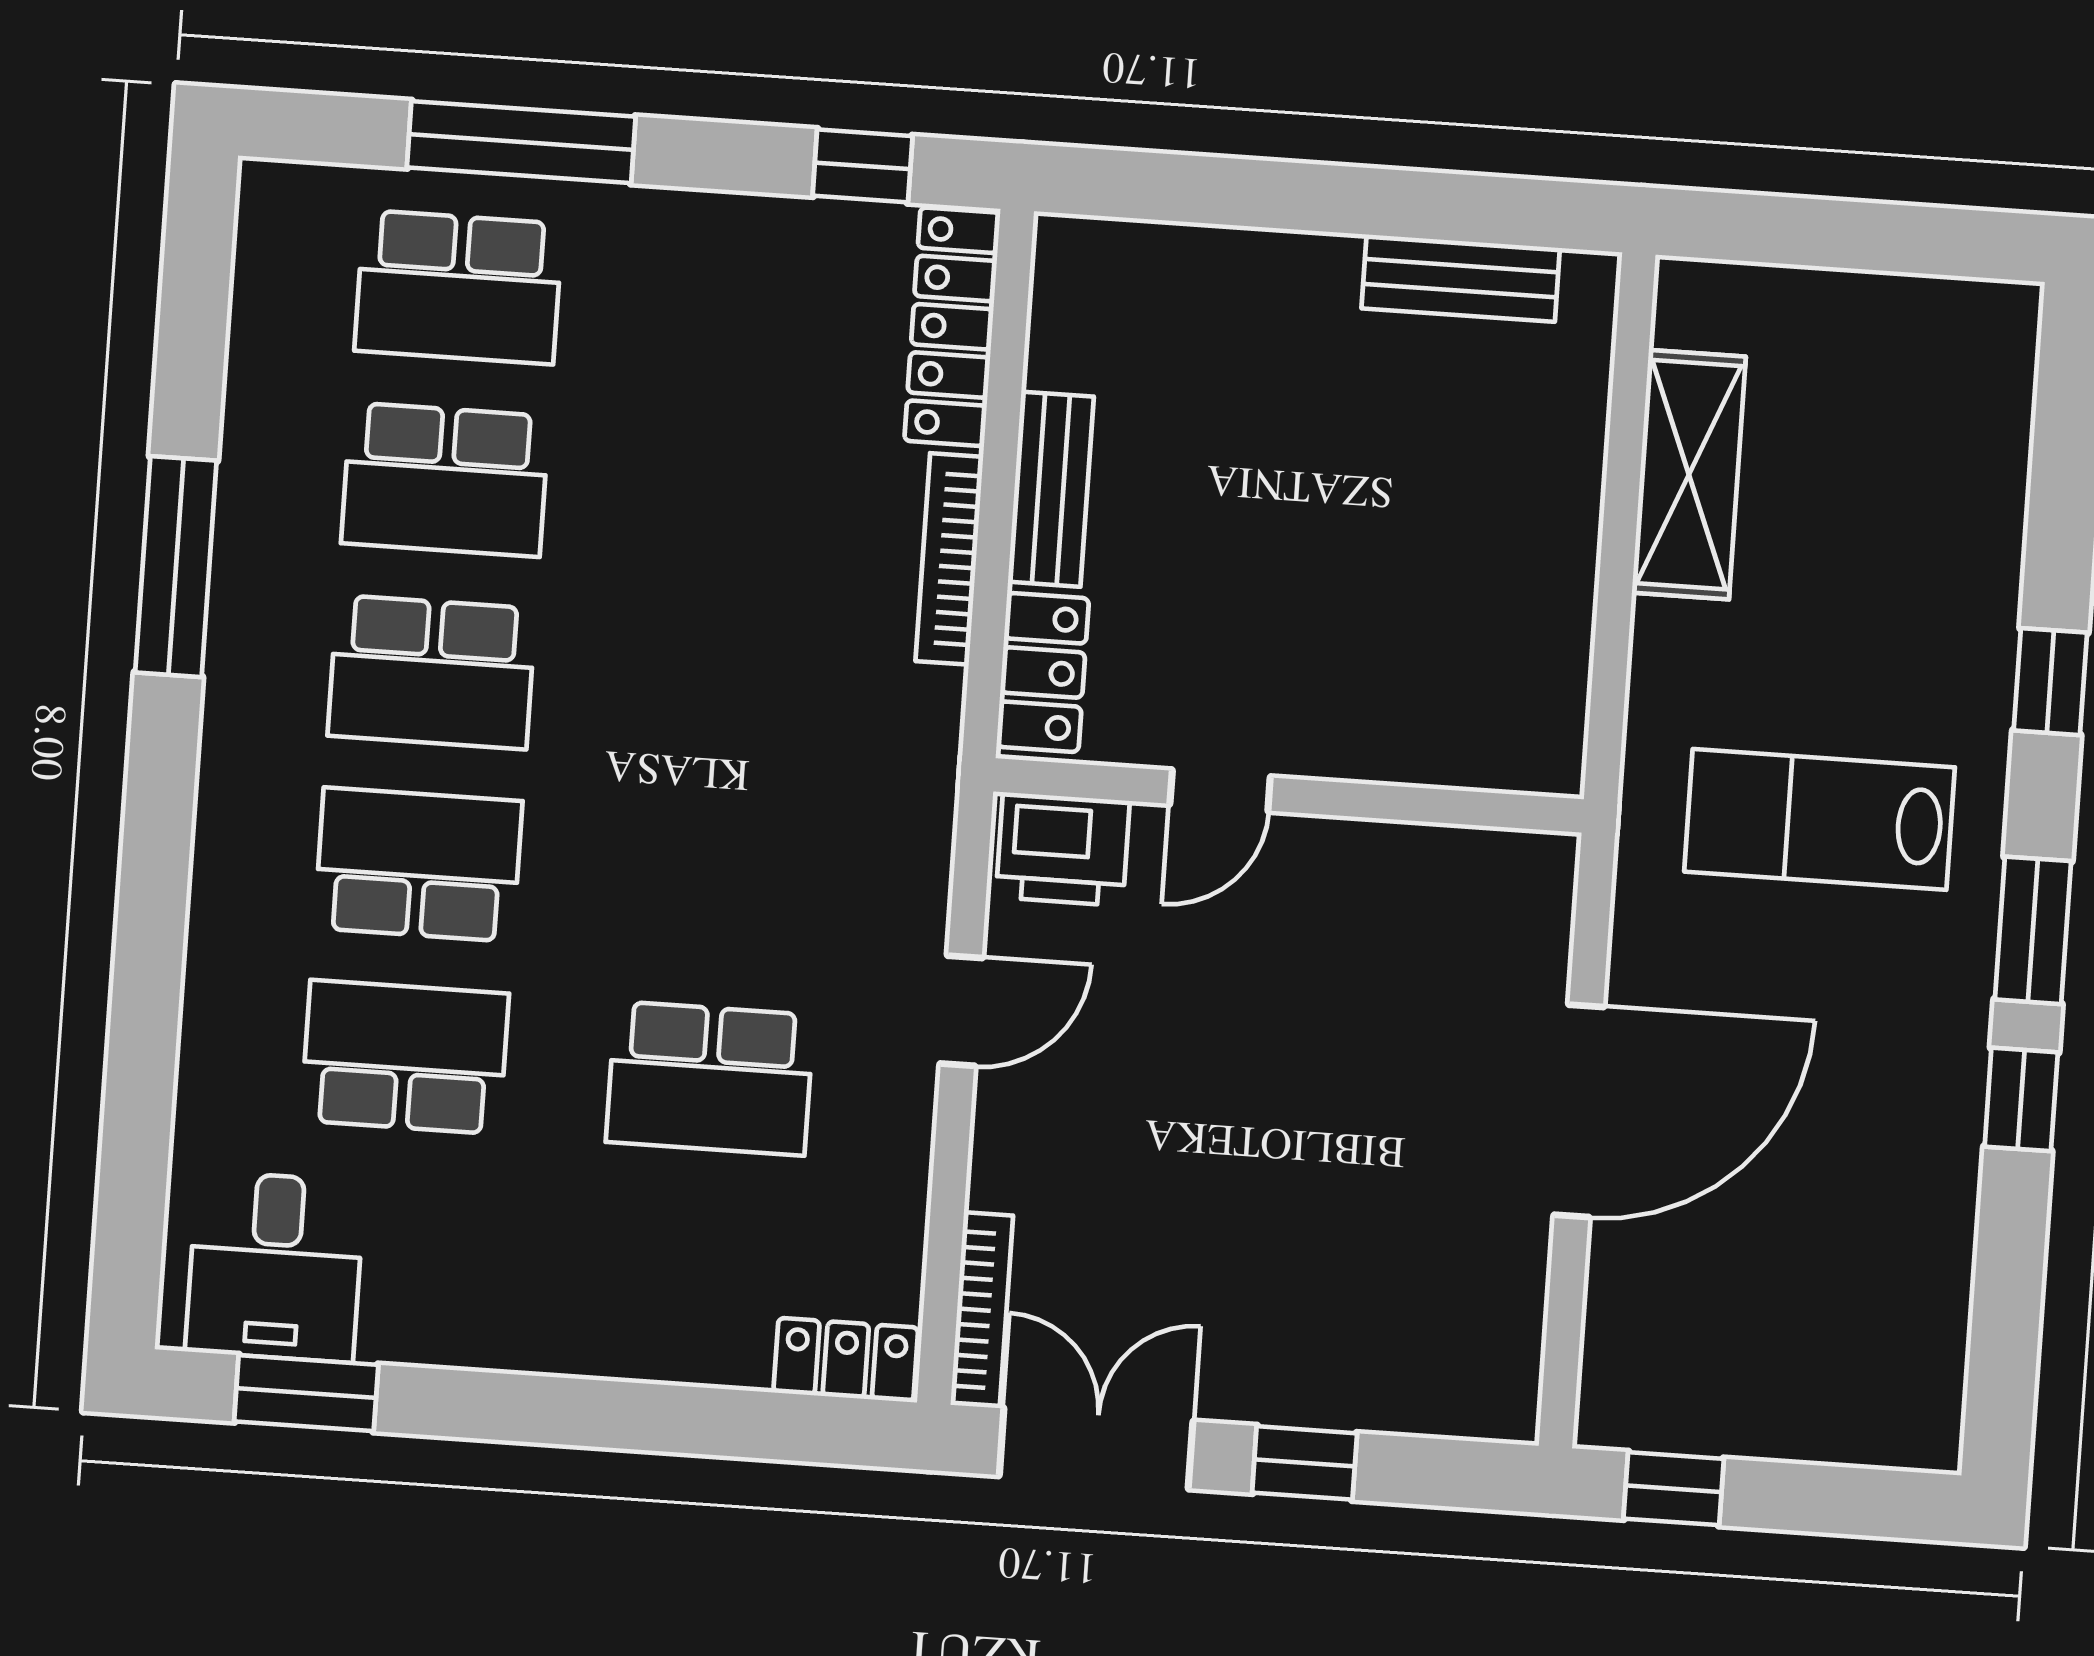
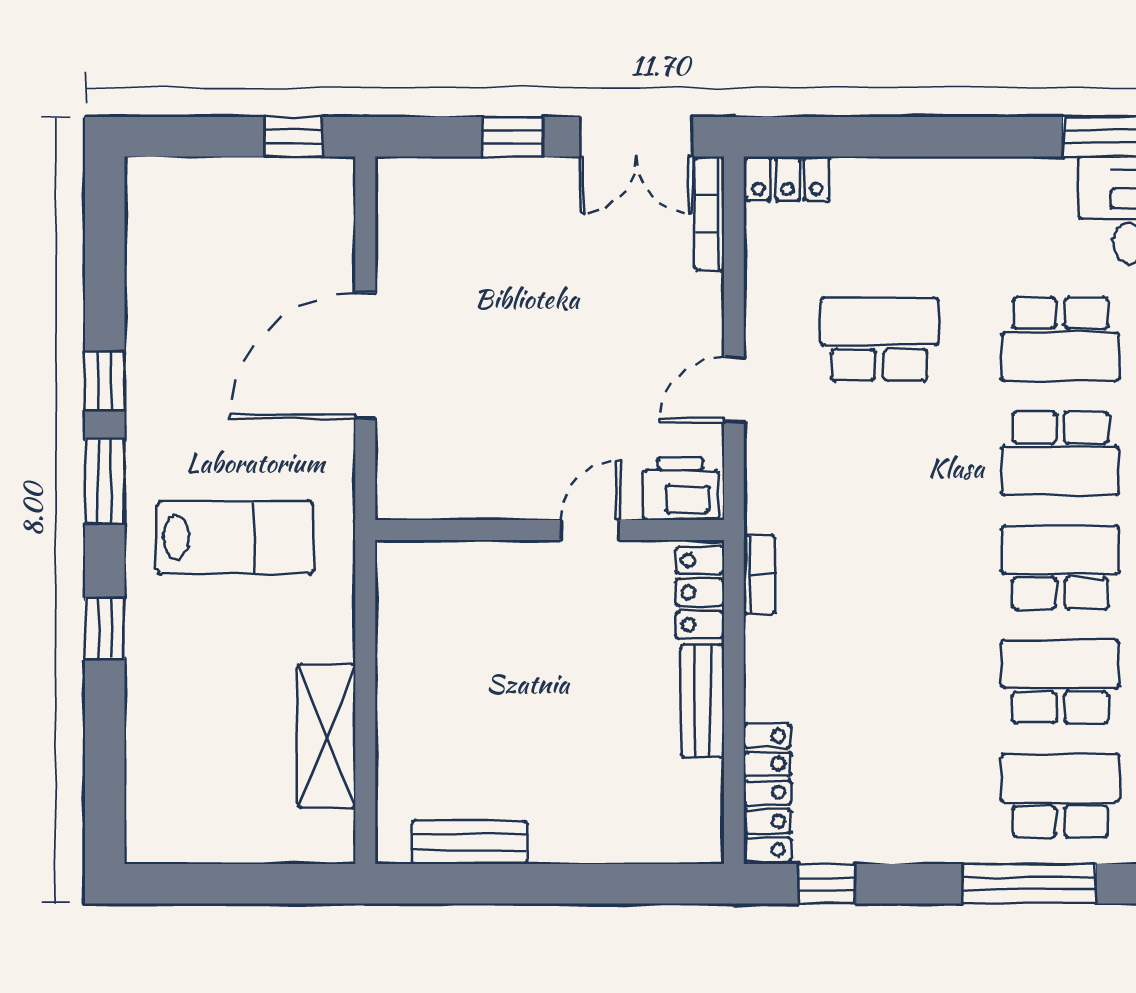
bookcase: (949, 559) -> (759, 575), moved, width x0.64

